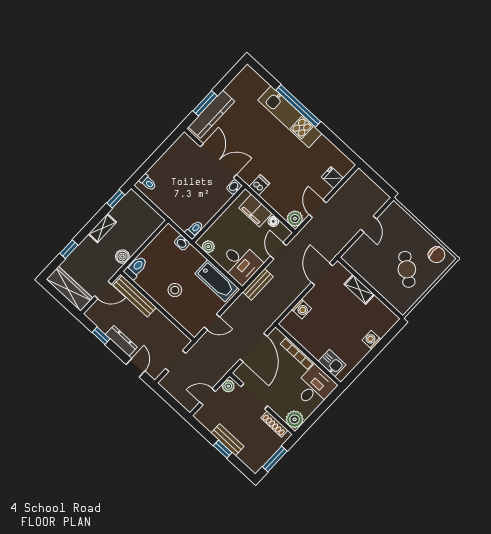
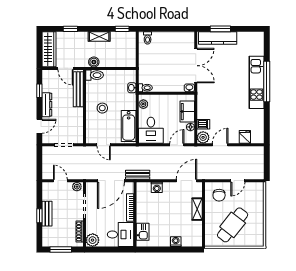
dishwasher: (259, 185) -> (203, 124), moved
chair: (437, 255) -> (219, 195), moved
cafe table: (407, 269) -> (233, 225), width x1.37, depth x1.35
bench: (258, 284) -> (138, 175), moved

